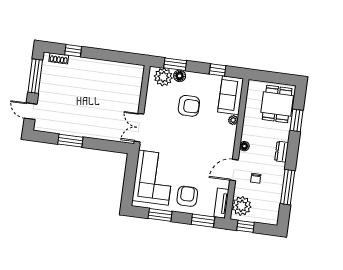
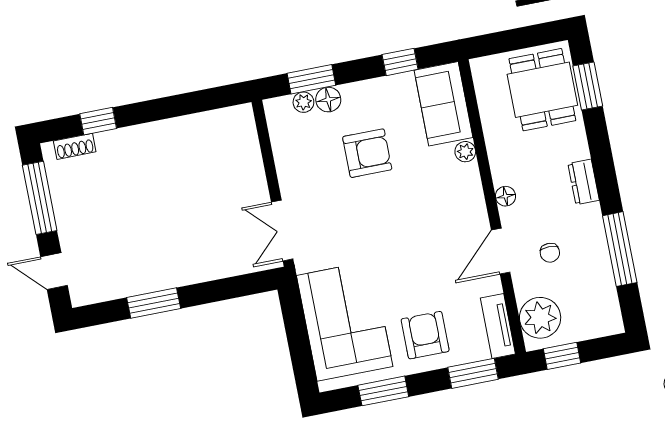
plant: (163, 77) -> (303, 102), width x0.53, depth x0.53
window: (297, 120) -> (588, 86), moved

